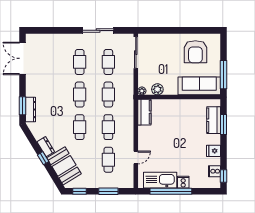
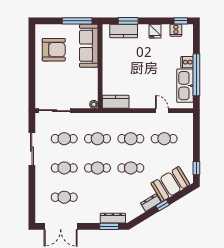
cafe table: (51, 62) -> (64, 197), added
plant: (157, 89) -> (92, 89), removed
window: (108, 191) -> (196, 139), removed

